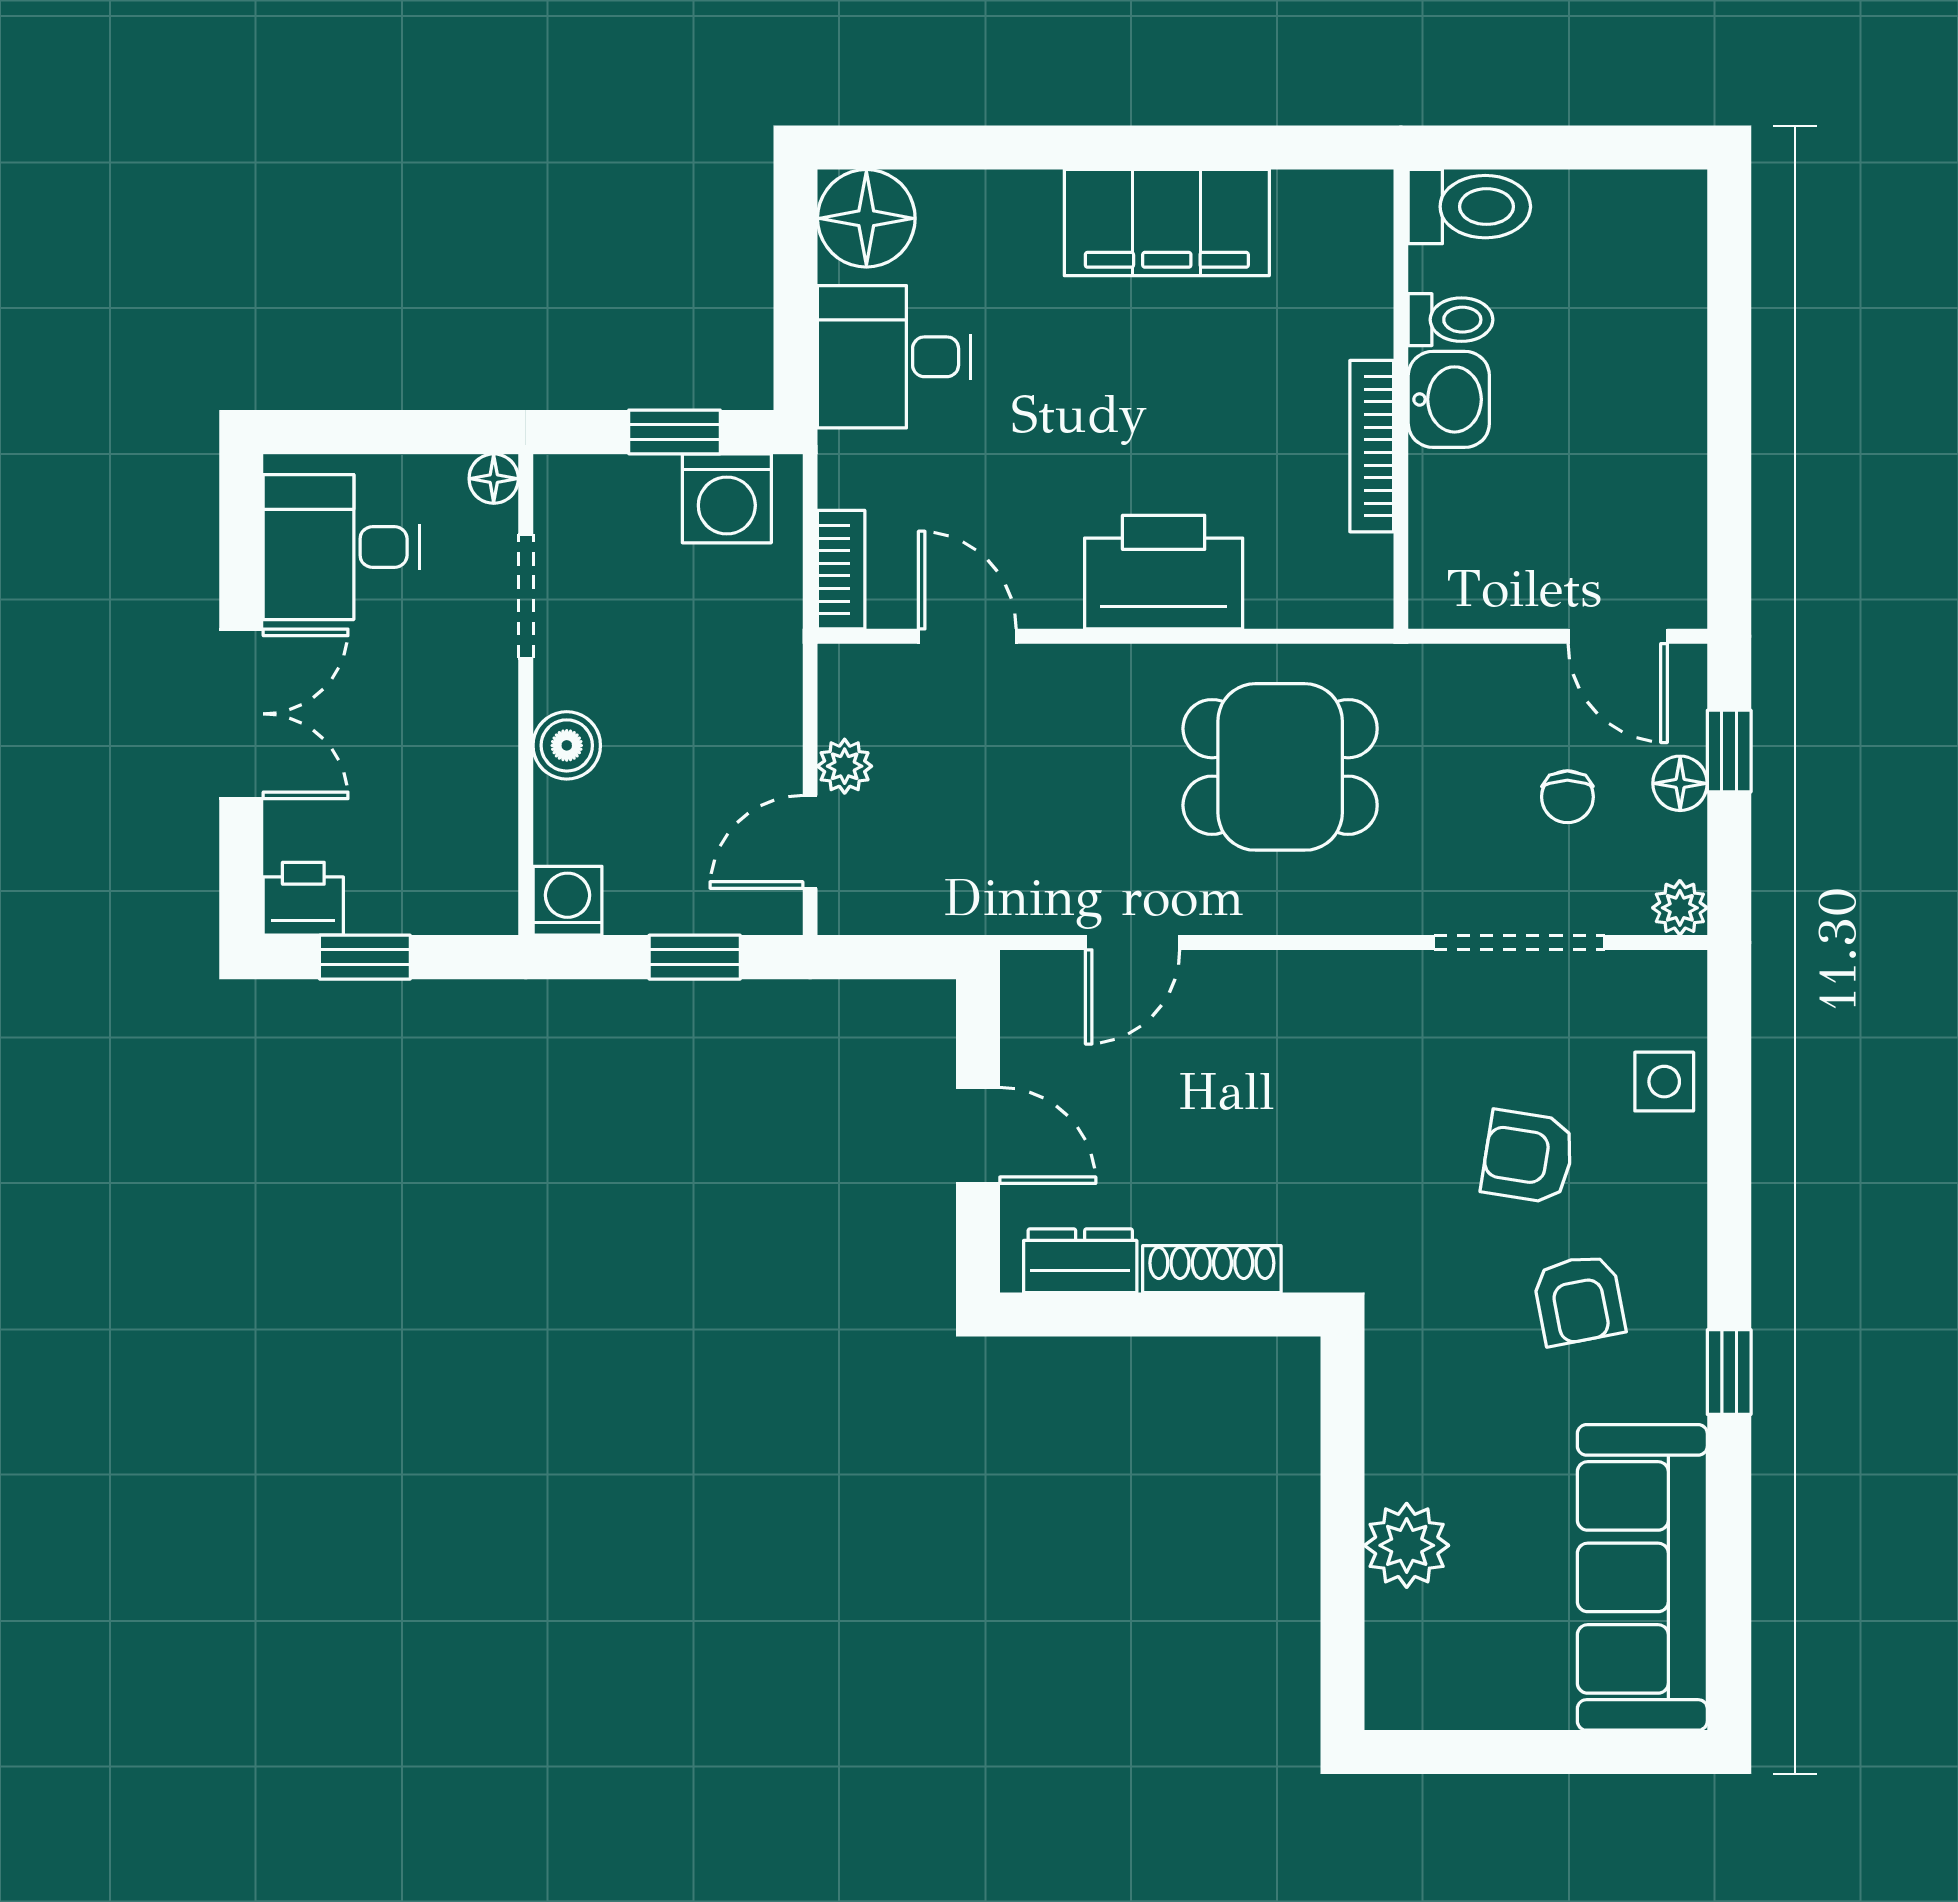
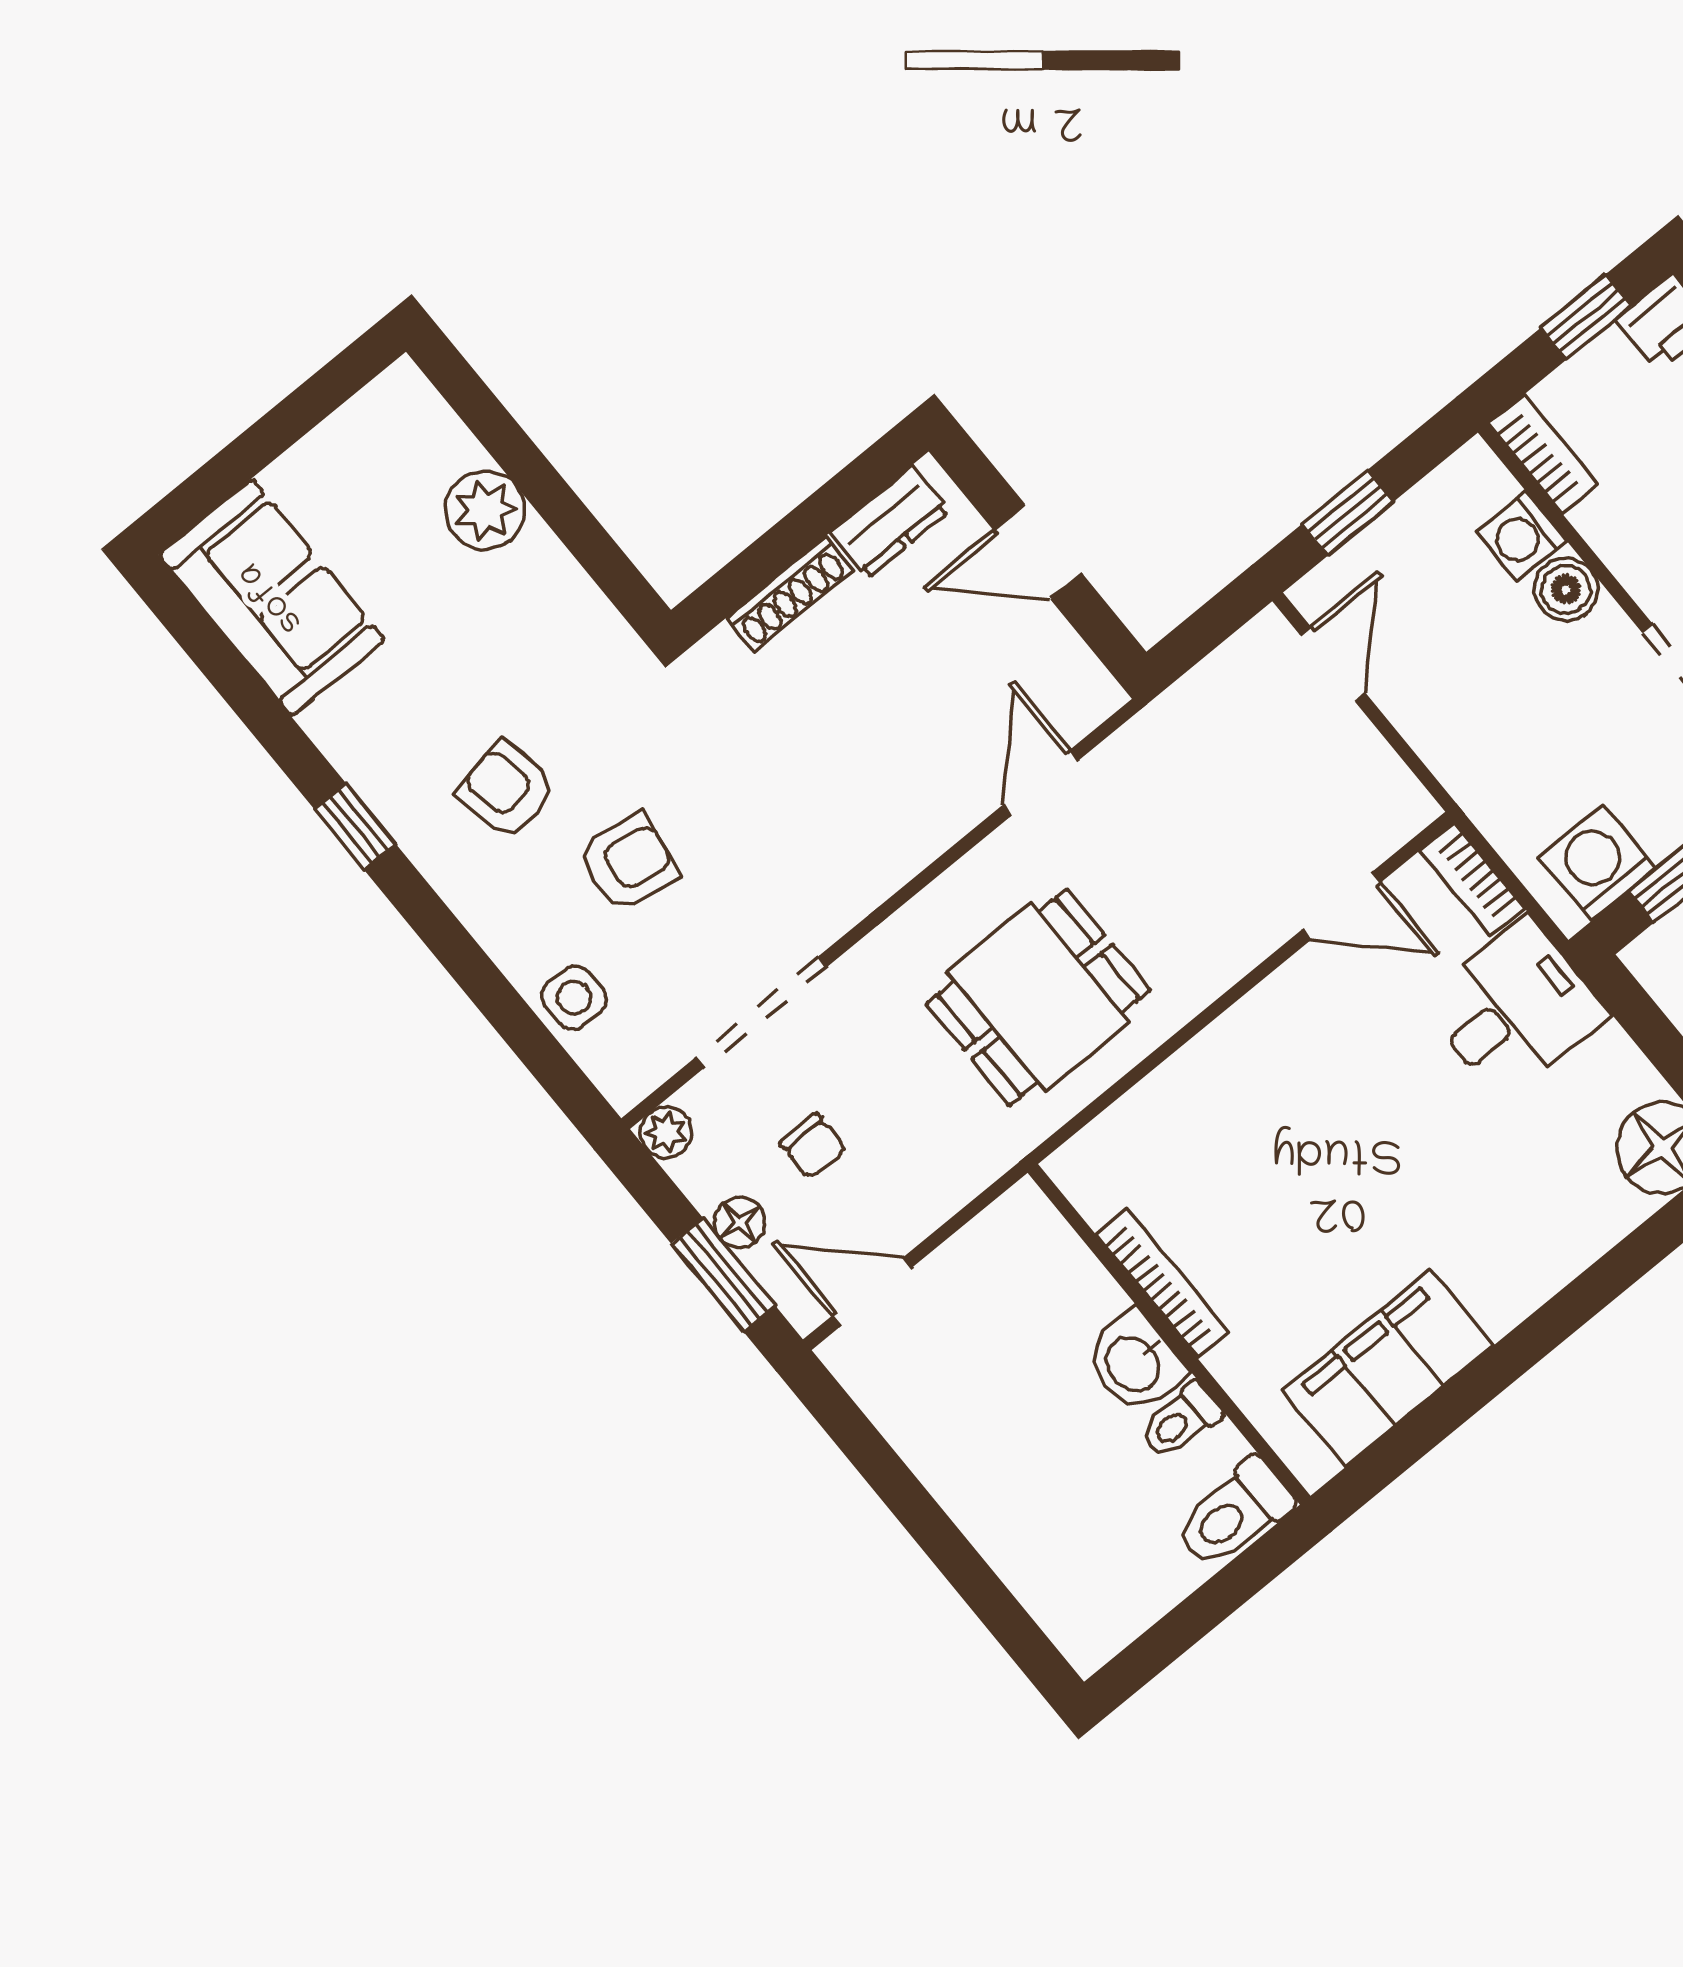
filing cabinet: (1167, 223) -> (1388, 1368), moved
desk: (894, 357) -> (1515, 1009), moved
printer: (1164, 572) -> (1238, 1069), removed
window: (1729, 751) -> (723, 1275), width x1.50
plant: (845, 766) -> (1353, 739), removed
chair: (1567, 797) -> (813, 1146), turned 180
bookcase: (493, 873) -> (1543, 454), added
washing machine: (568, 901) -> (1521, 537), moved, turned 90
sofa: (1642, 1577) -> (272, 597), width x0.73

